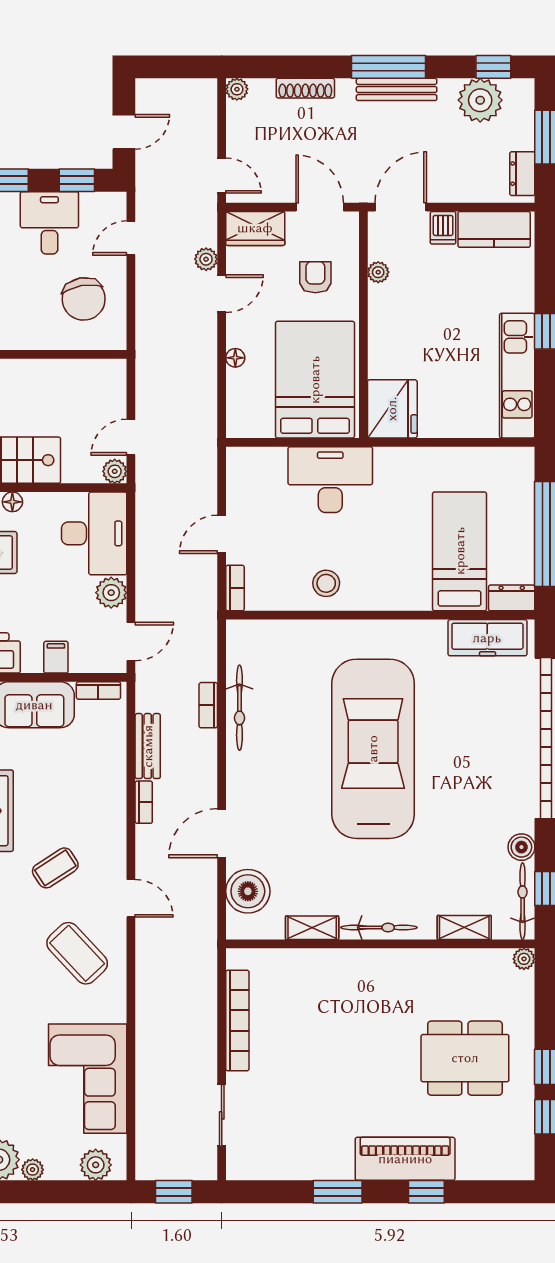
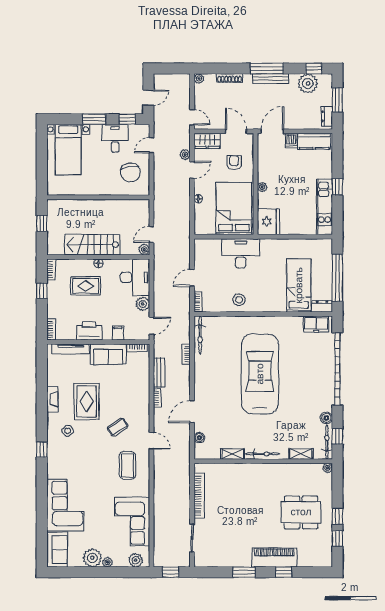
plant: (378, 272) -> (262, 187), moved
freezer: (487, 638) -> (316, 324), width x0.71
bicycle: (239, 708) -> (200, 335), moved
boiler: (248, 891) -> (199, 438), width x0.54, depth x0.54
coffee table: (77, 953) -> (127, 465), turned 43

